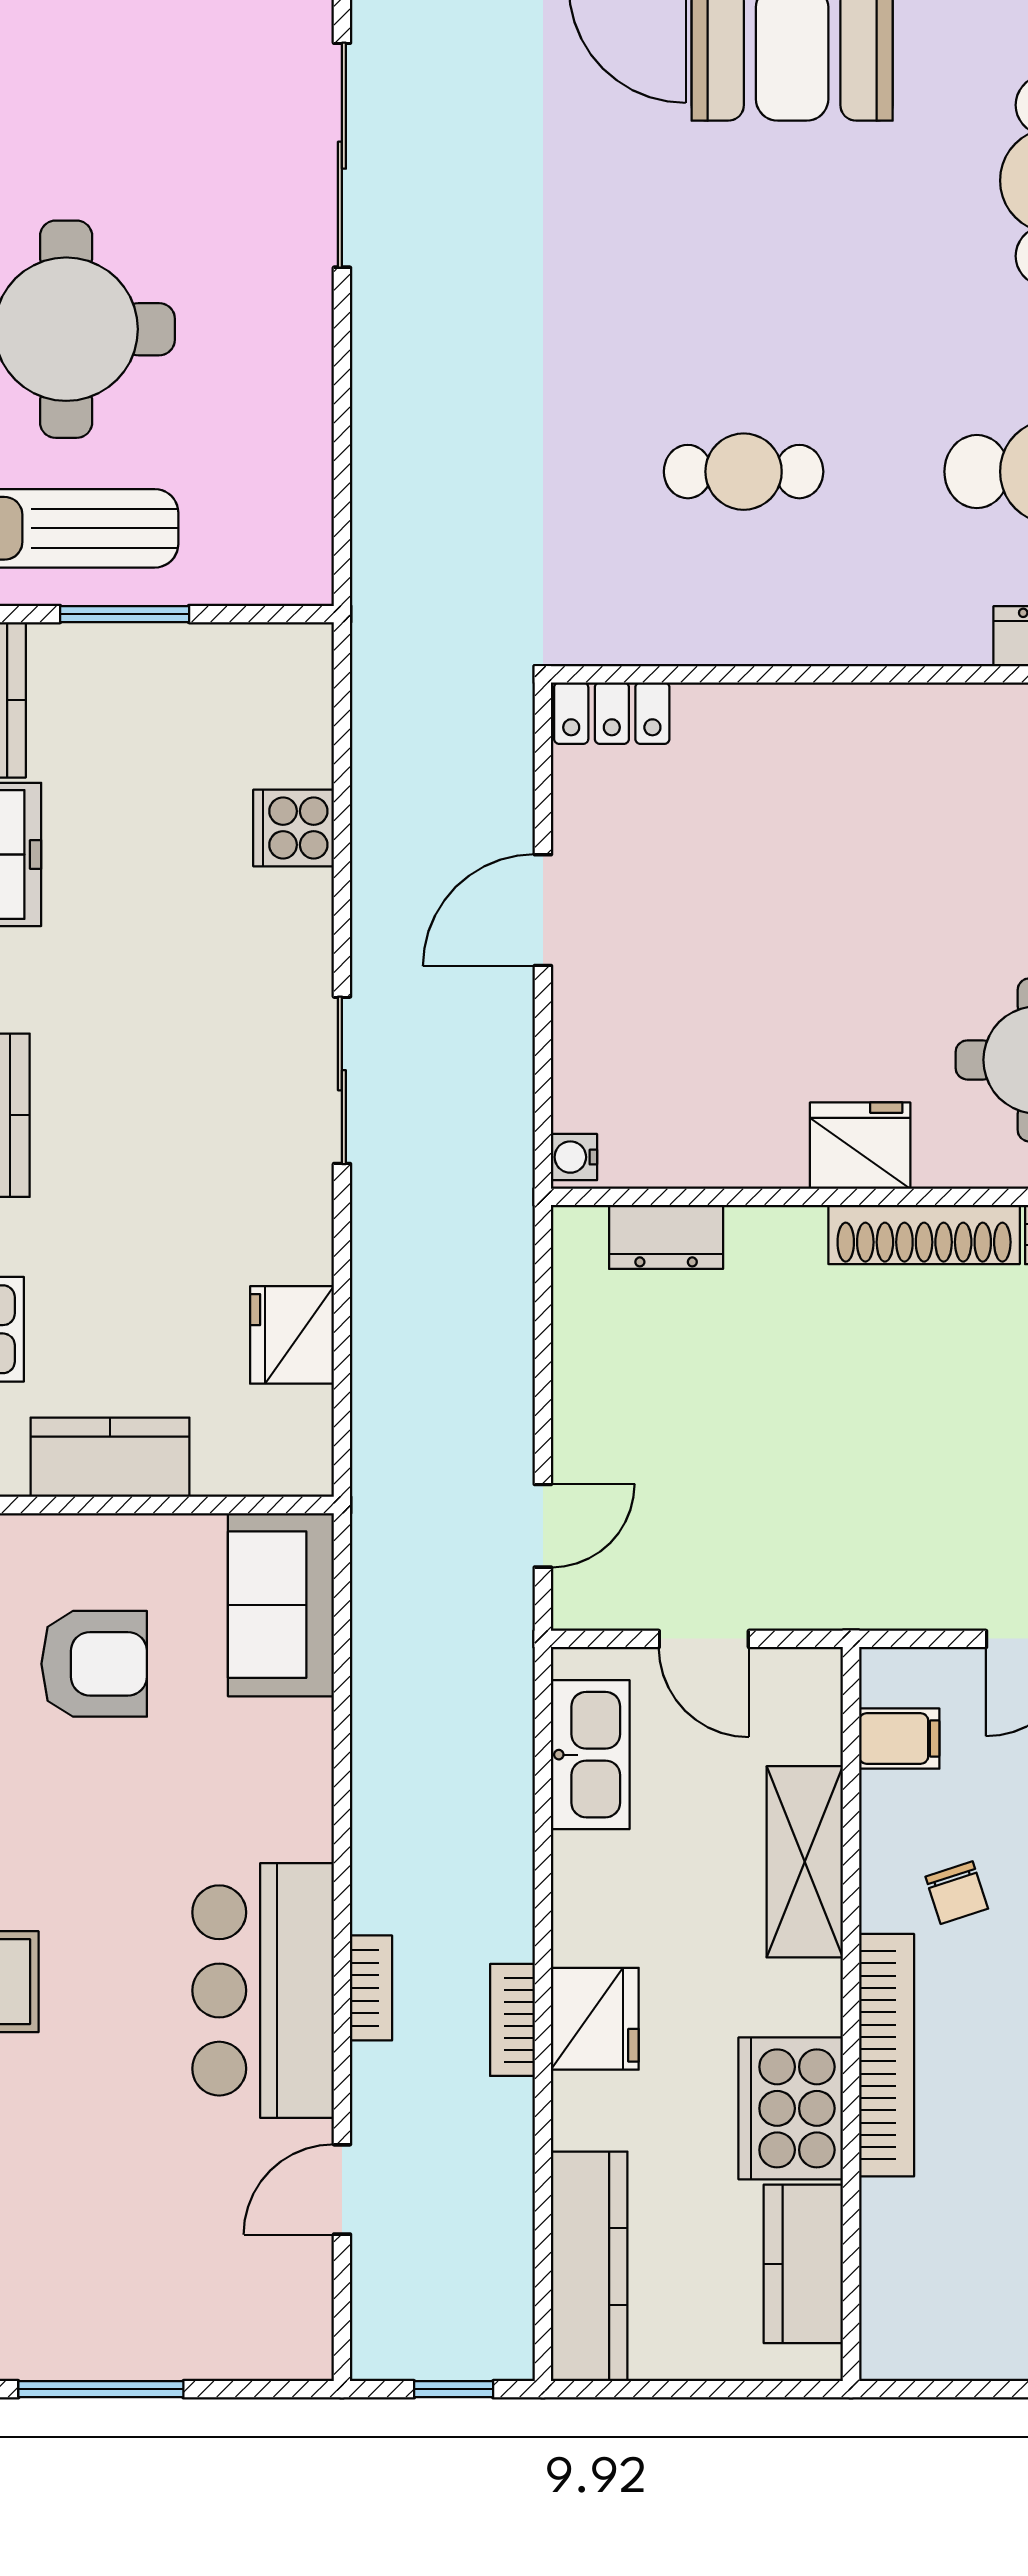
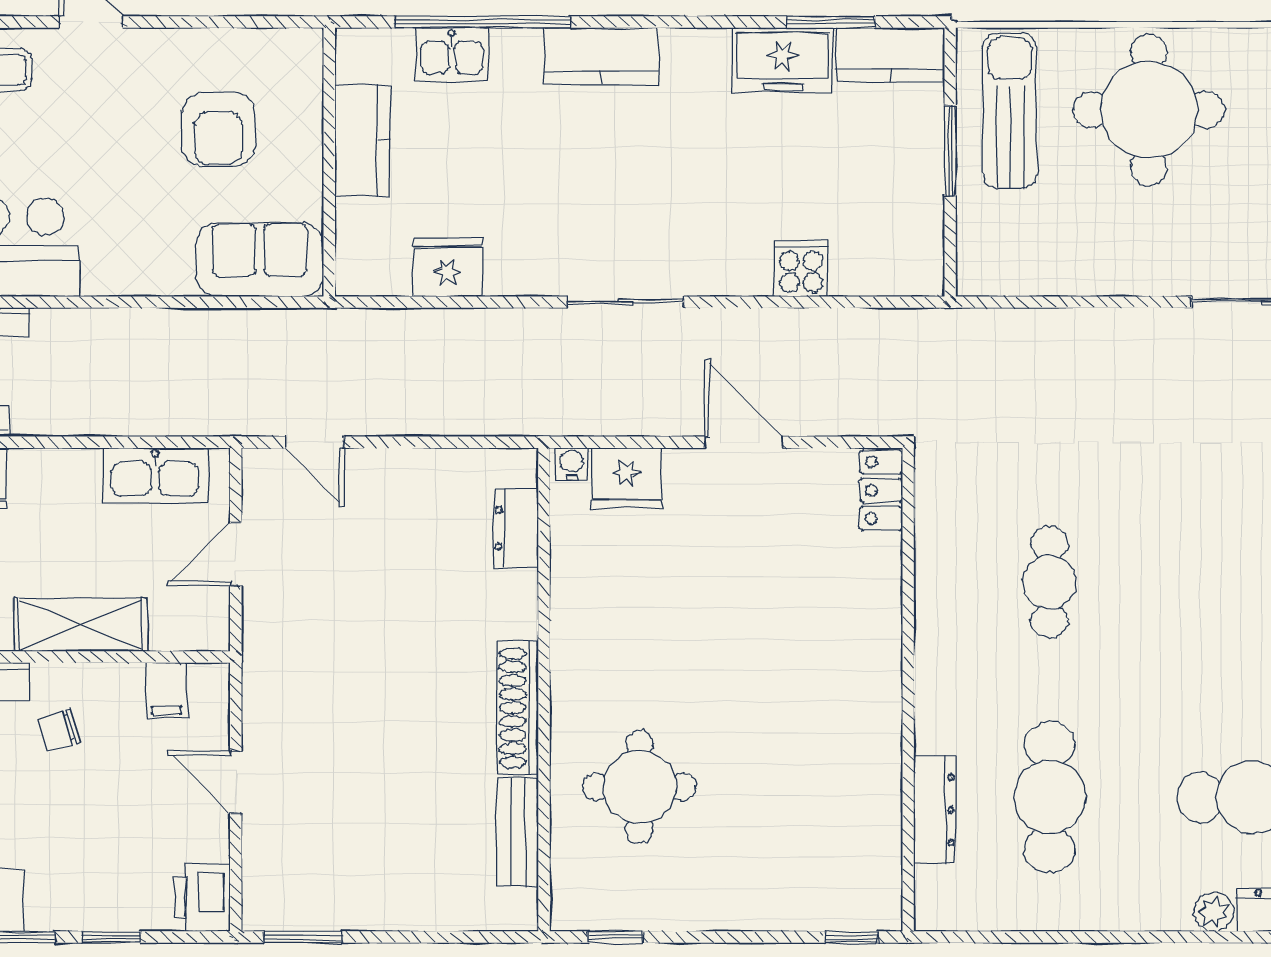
fridge: (860, 1146) -> (626, 478), moved, turned 90

